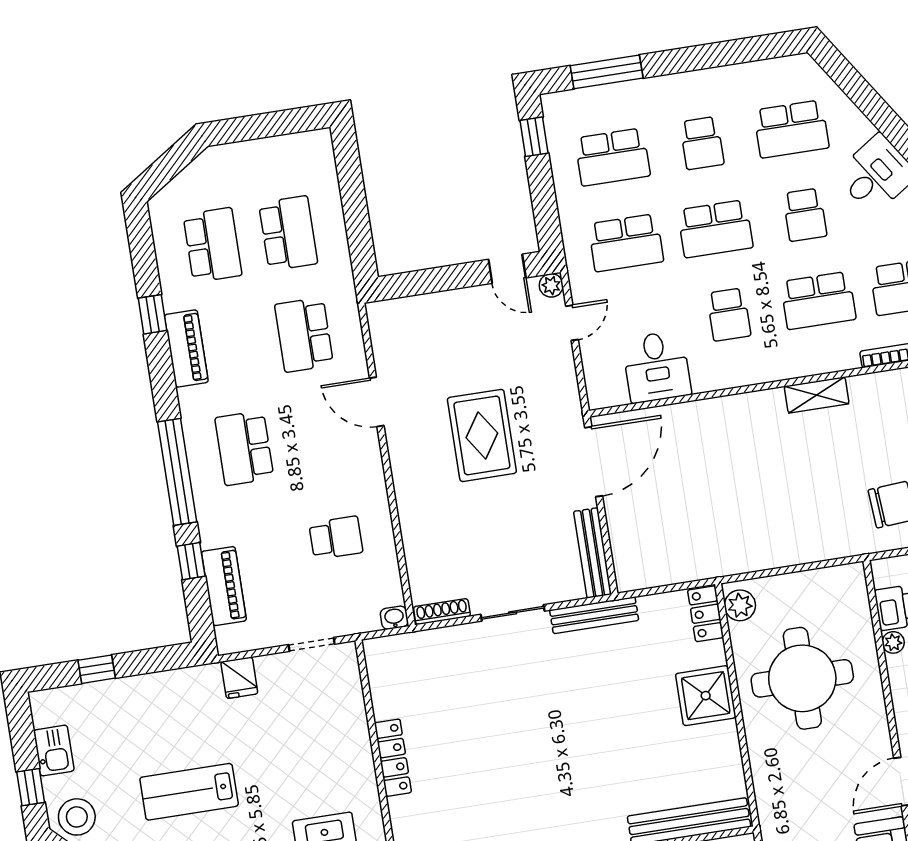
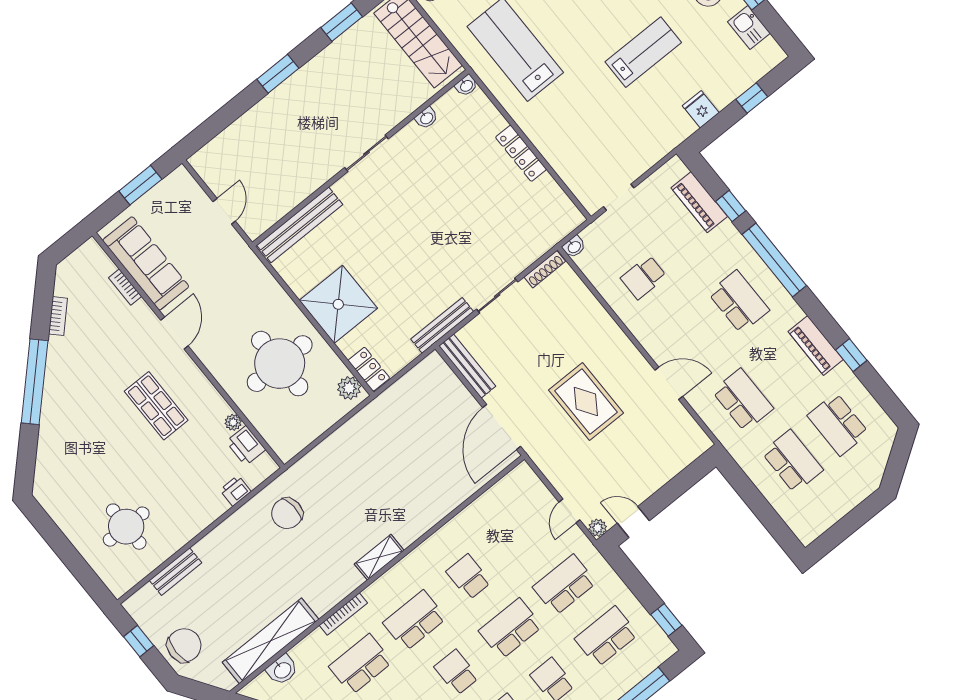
school desk: (288, 233) -> (792, 461), turned 180
desk: (657, 367) -> (496, 514), removed
fridge: (239, 678) -> (701, 109), moved
shower: (706, 696) -> (338, 304), width x1.37, depth x1.37

